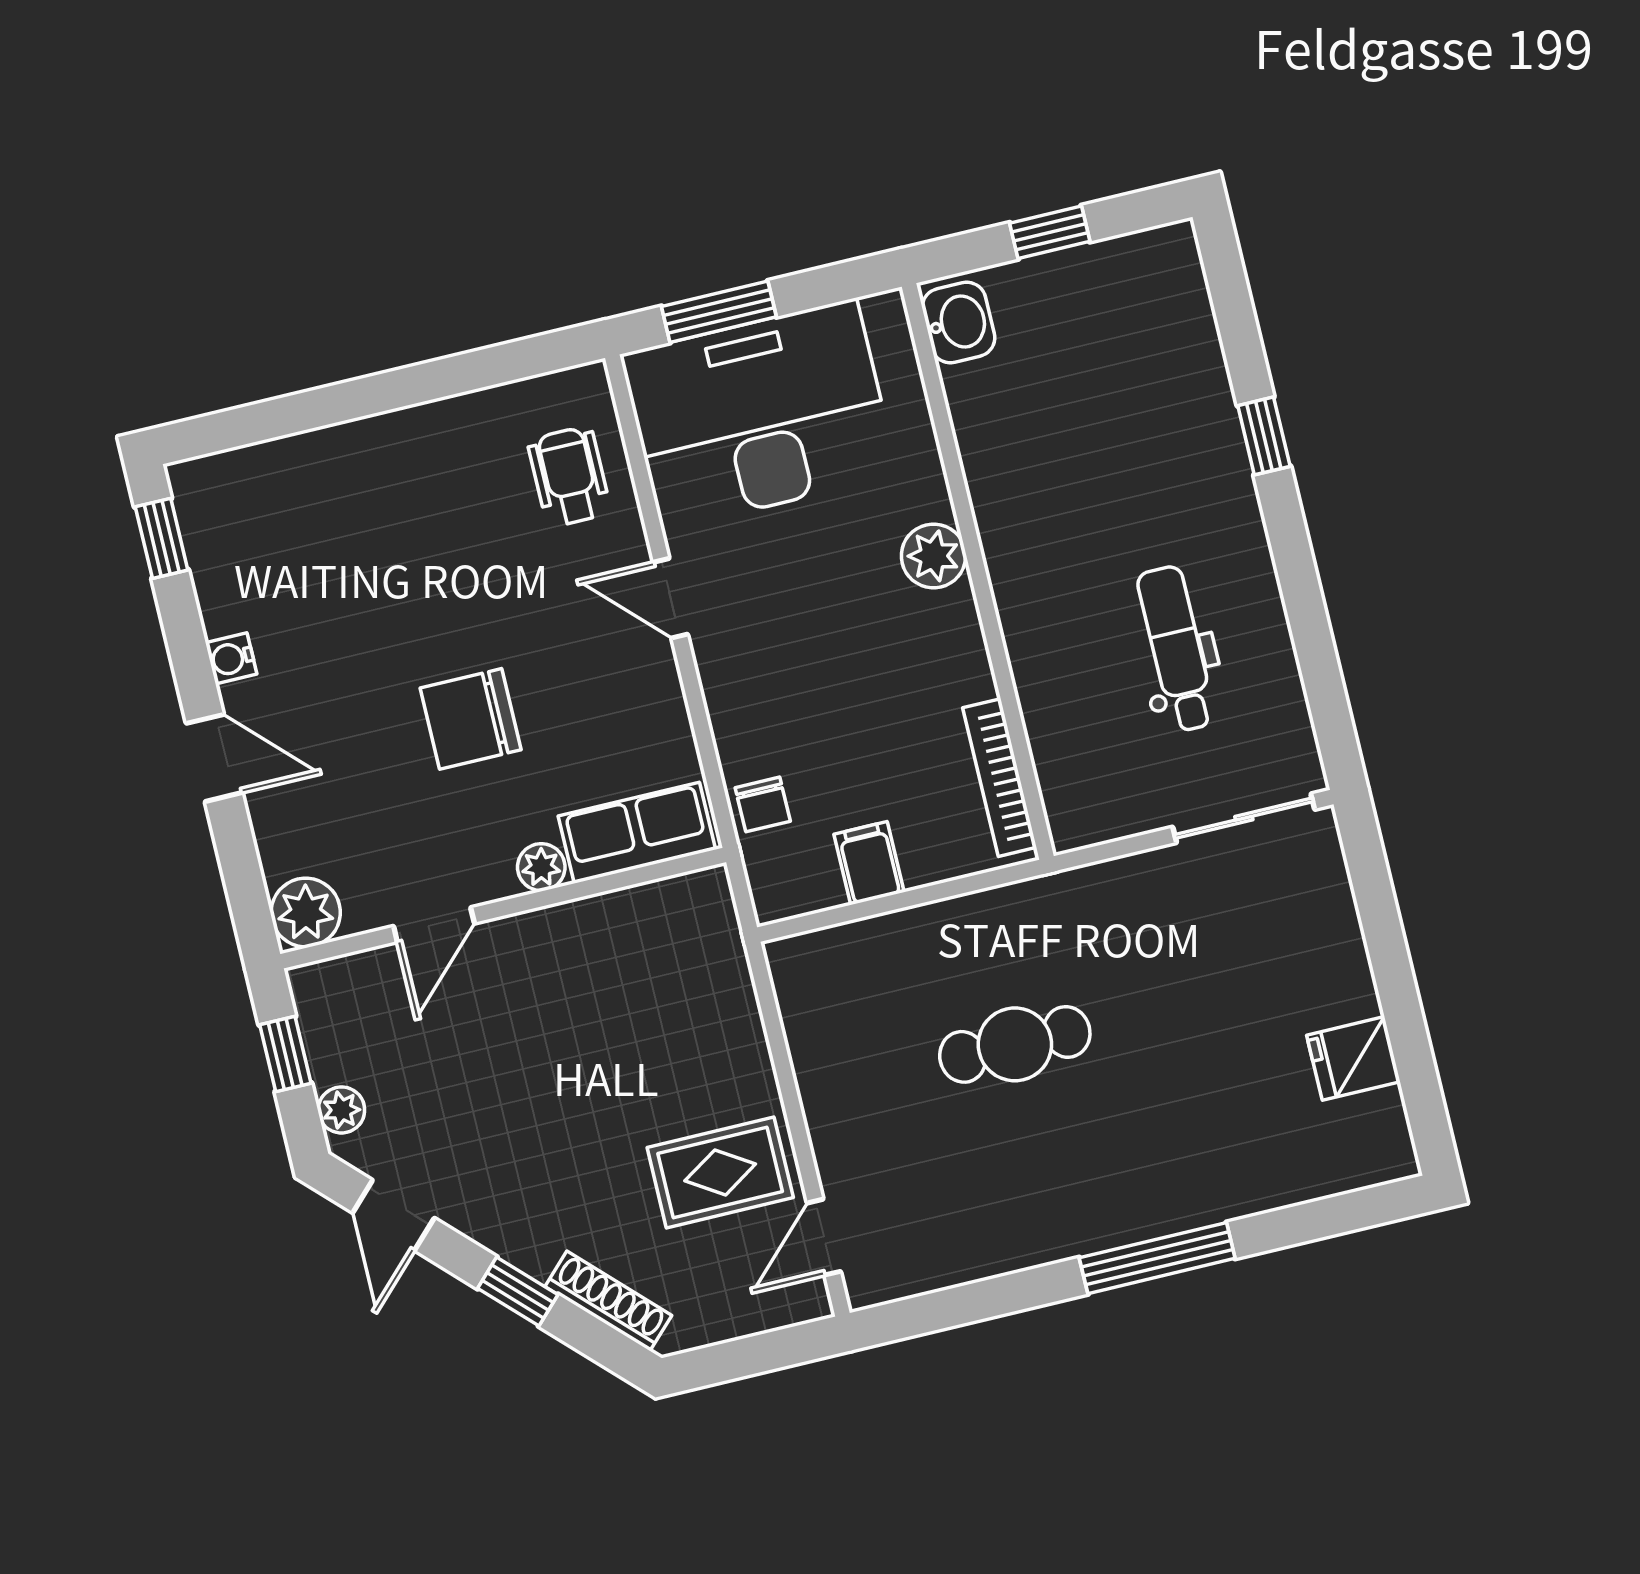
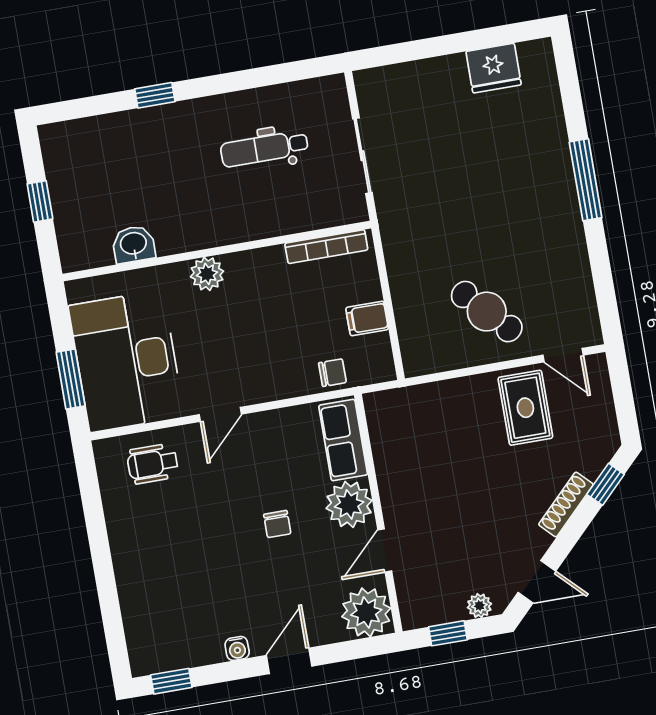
washbasin: (958, 323) -> (134, 244), moved
chair: (471, 719) -> (277, 524), width x0.54, depth x0.54
sliding door: (1244, 818) -> (362, 156), moved
plant: (541, 867) -> (349, 504), width x1.88, depth x1.88
plant: (306, 913) -> (366, 612), width x1.36, depth x1.36
door: (434, 925) -> (385, 550), swing flipped
cafe table: (1015, 1044) -> (487, 312), moved, turned -43
fridge: (1353, 1058) -> (494, 68), width x1.38
window: (518, 1291) -> (606, 484), moved
shoe rack: (608, 1301) -> (566, 504), moved

